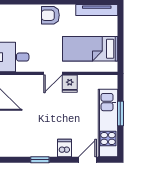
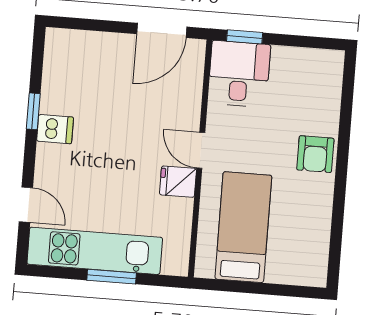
tv unit: (97, 10) -> (319, 246), removed
armchair: (50, 15) -> (315, 154), turned 180
dishwasher: (64, 148) -> (55, 129), moved

